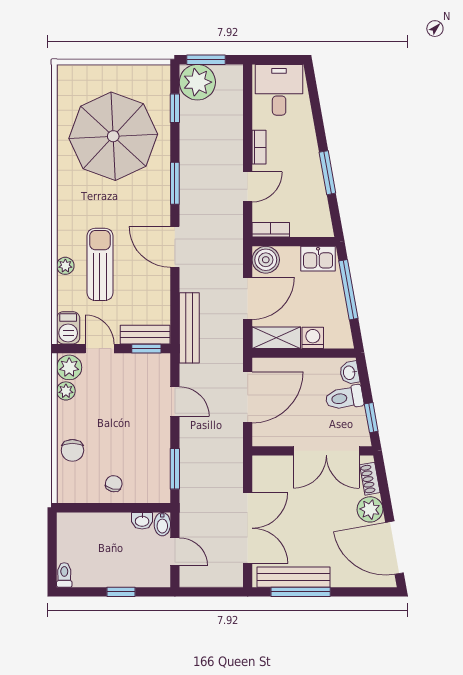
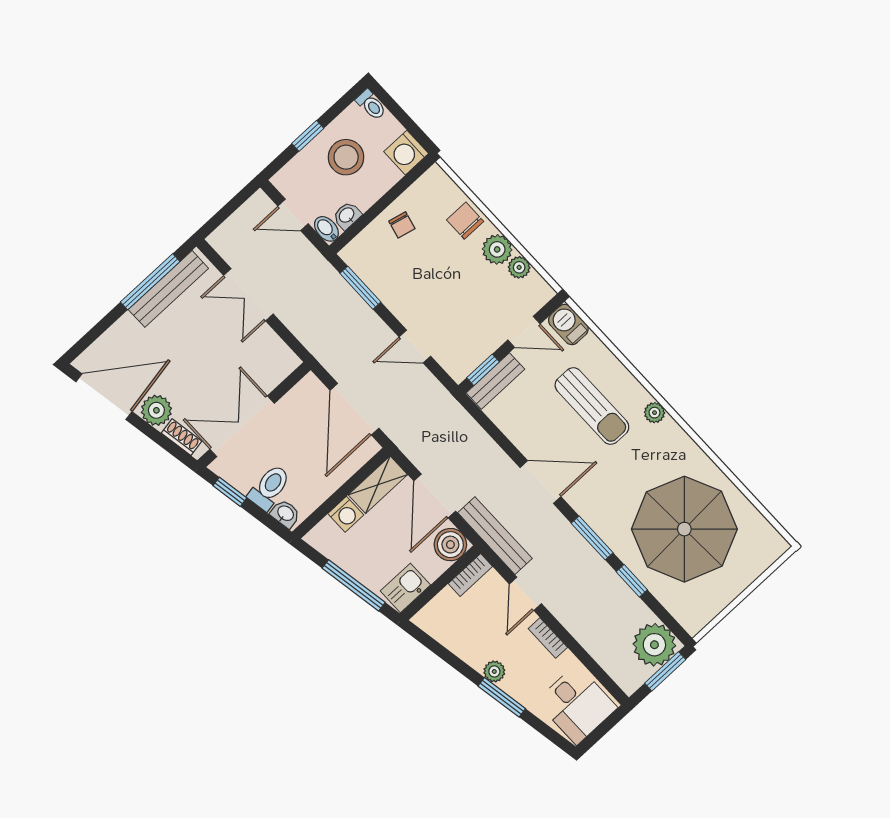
window: (175, 108) -> (632, 581), moved
plant: (311, 157) -> (494, 671), added
window: (327, 173) -> (502, 697), moved
plant: (65, 266) -> (655, 413), moved
bench: (189, 328) -> (495, 536), moved
plant: (69, 367) -> (497, 249), moved
washing machine: (70, 526) -> (406, 153), added
double door: (248, 528) -> (248, 295), width x0.73
stool: (109, 557) -> (346, 157), added

